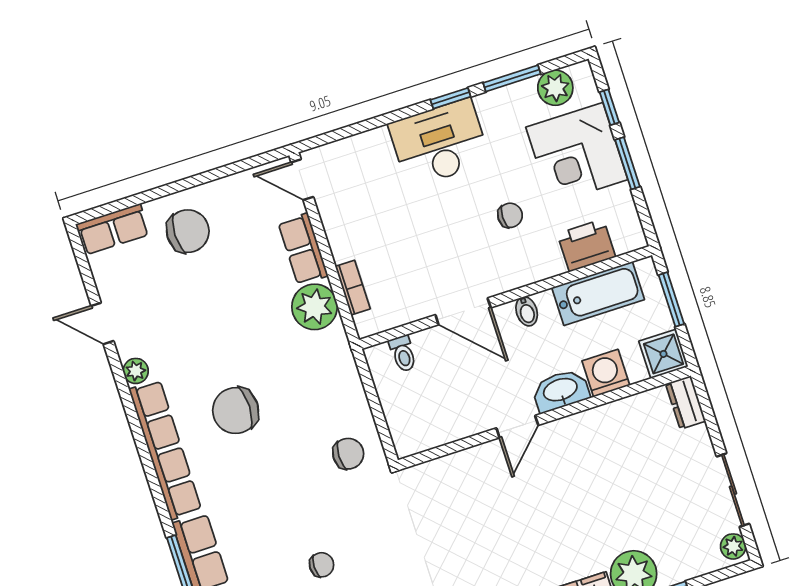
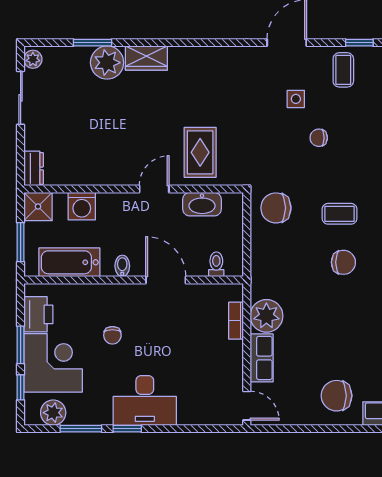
chair: (510, 215) -> (112, 335), turned -90
printer: (586, 245) -> (38, 314), moved, turned -90
washbasin: (561, 391) -> (202, 204), moved
chair: (236, 411) -> (343, 262), width x0.73, depth x0.73
chair: (348, 454) -> (276, 208), width x1.37, depth x1.37
coffee table: (262, 473) -> (340, 214), added
rug: (472, 495) -> (200, 152), added

